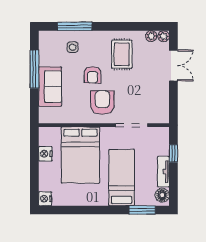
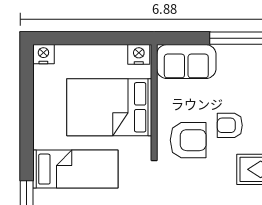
sofa: (50, 87) -> (186, 62), moved
nightstand: (45, 154) -> (139, 54), moved

